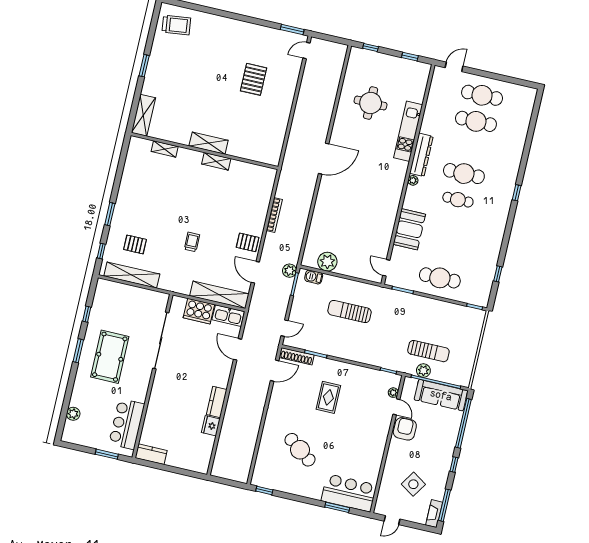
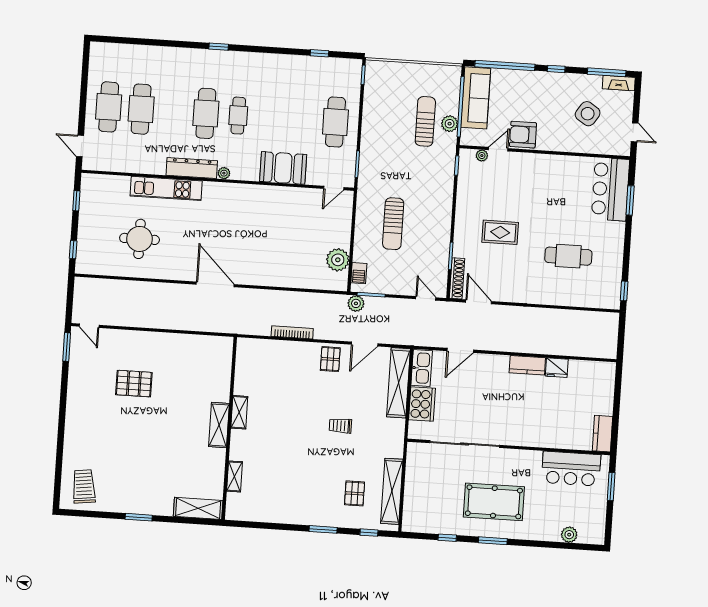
cafe table: (300, 450) -> (568, 256), turned 53

